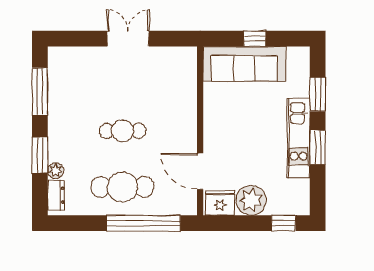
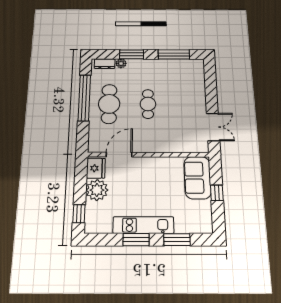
double door: (128, 39) -> (213, 127), moved
sofa: (244, 64) -> (197, 178), width x0.73
window: (143, 223) -> (84, 98), moved

